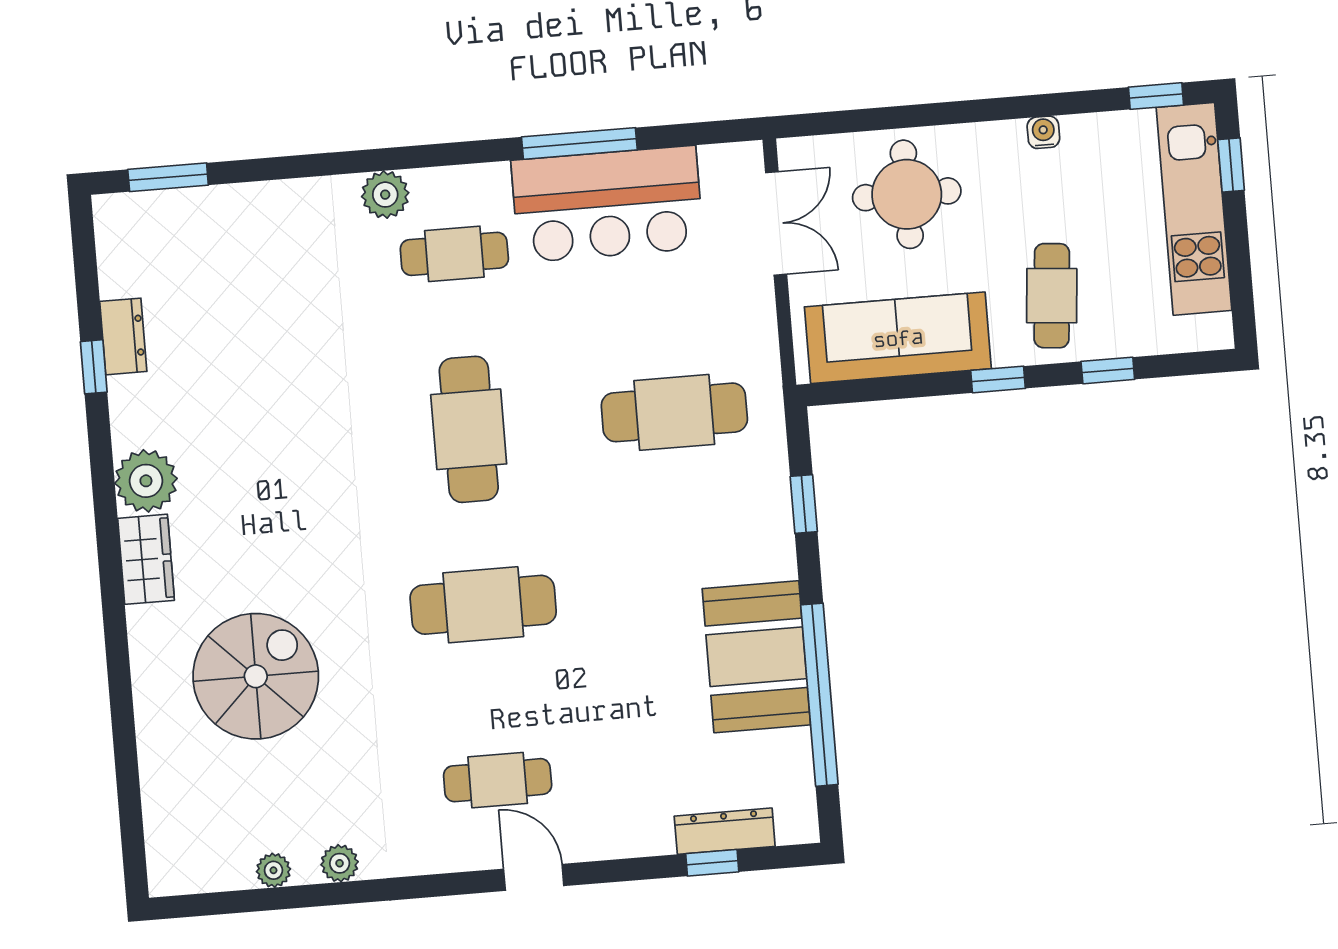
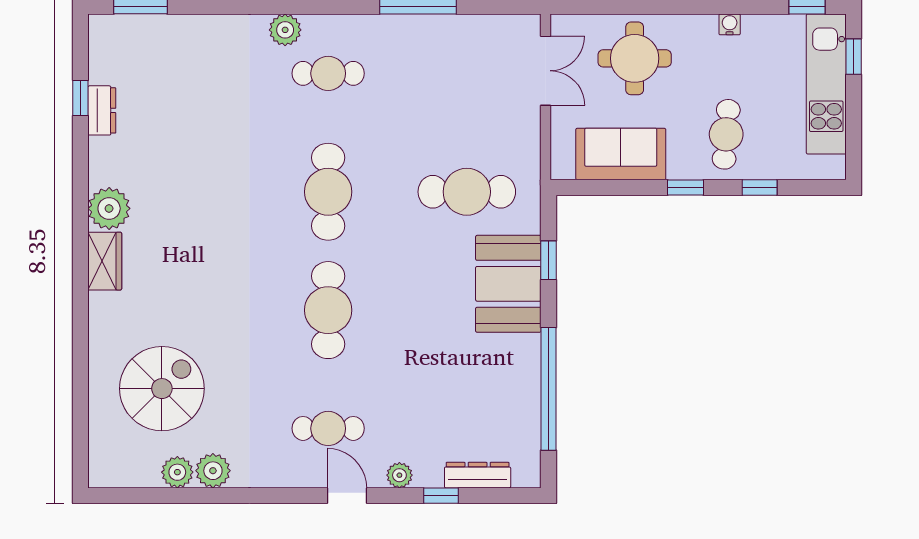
bar counter: (607, 204) -> (433, 49), removed
sofa: (898, 338) -> (621, 154), width x0.73
window: (94, 367) -> (80, 98), moved
cafe table: (483, 605) -> (328, 310), turned 90
booth: (756, 657) -> (508, 284), moved
spiral stairs: (256, 676) -> (162, 389), moved
plant: (609, 841) -> (399, 475), added
plant: (340, 863) -> (213, 471), width x1.38, depth x1.38
window: (712, 863) -> (441, 496), moved
plant: (273, 870) -> (177, 472), width x1.38, depth x1.38

